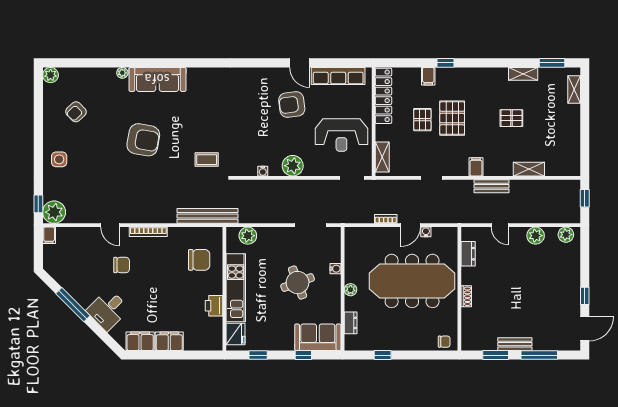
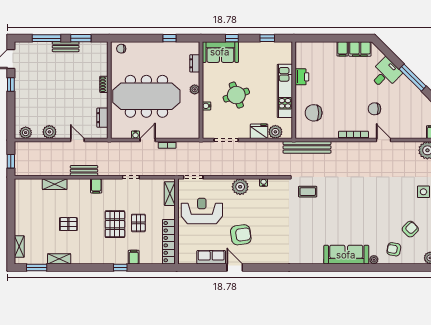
row of seats: (338, 76) -> (211, 257), width x0.68
armchair: (143, 140) -> (394, 249), moved, width x0.53, depth x0.53
fridge: (235, 334) -> (259, 131), moved, turned 90
filing cabinet: (169, 341) -> (342, 49), width x0.50

